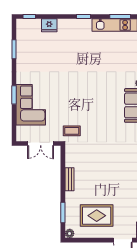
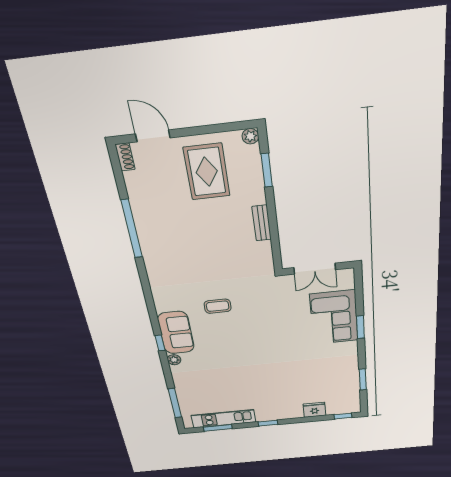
coffee table: (72, 131) -> (218, 306), moved
double door: (41, 144) -> (315, 269), swing flipped
rug: (97, 216) -> (207, 172), turned 90

